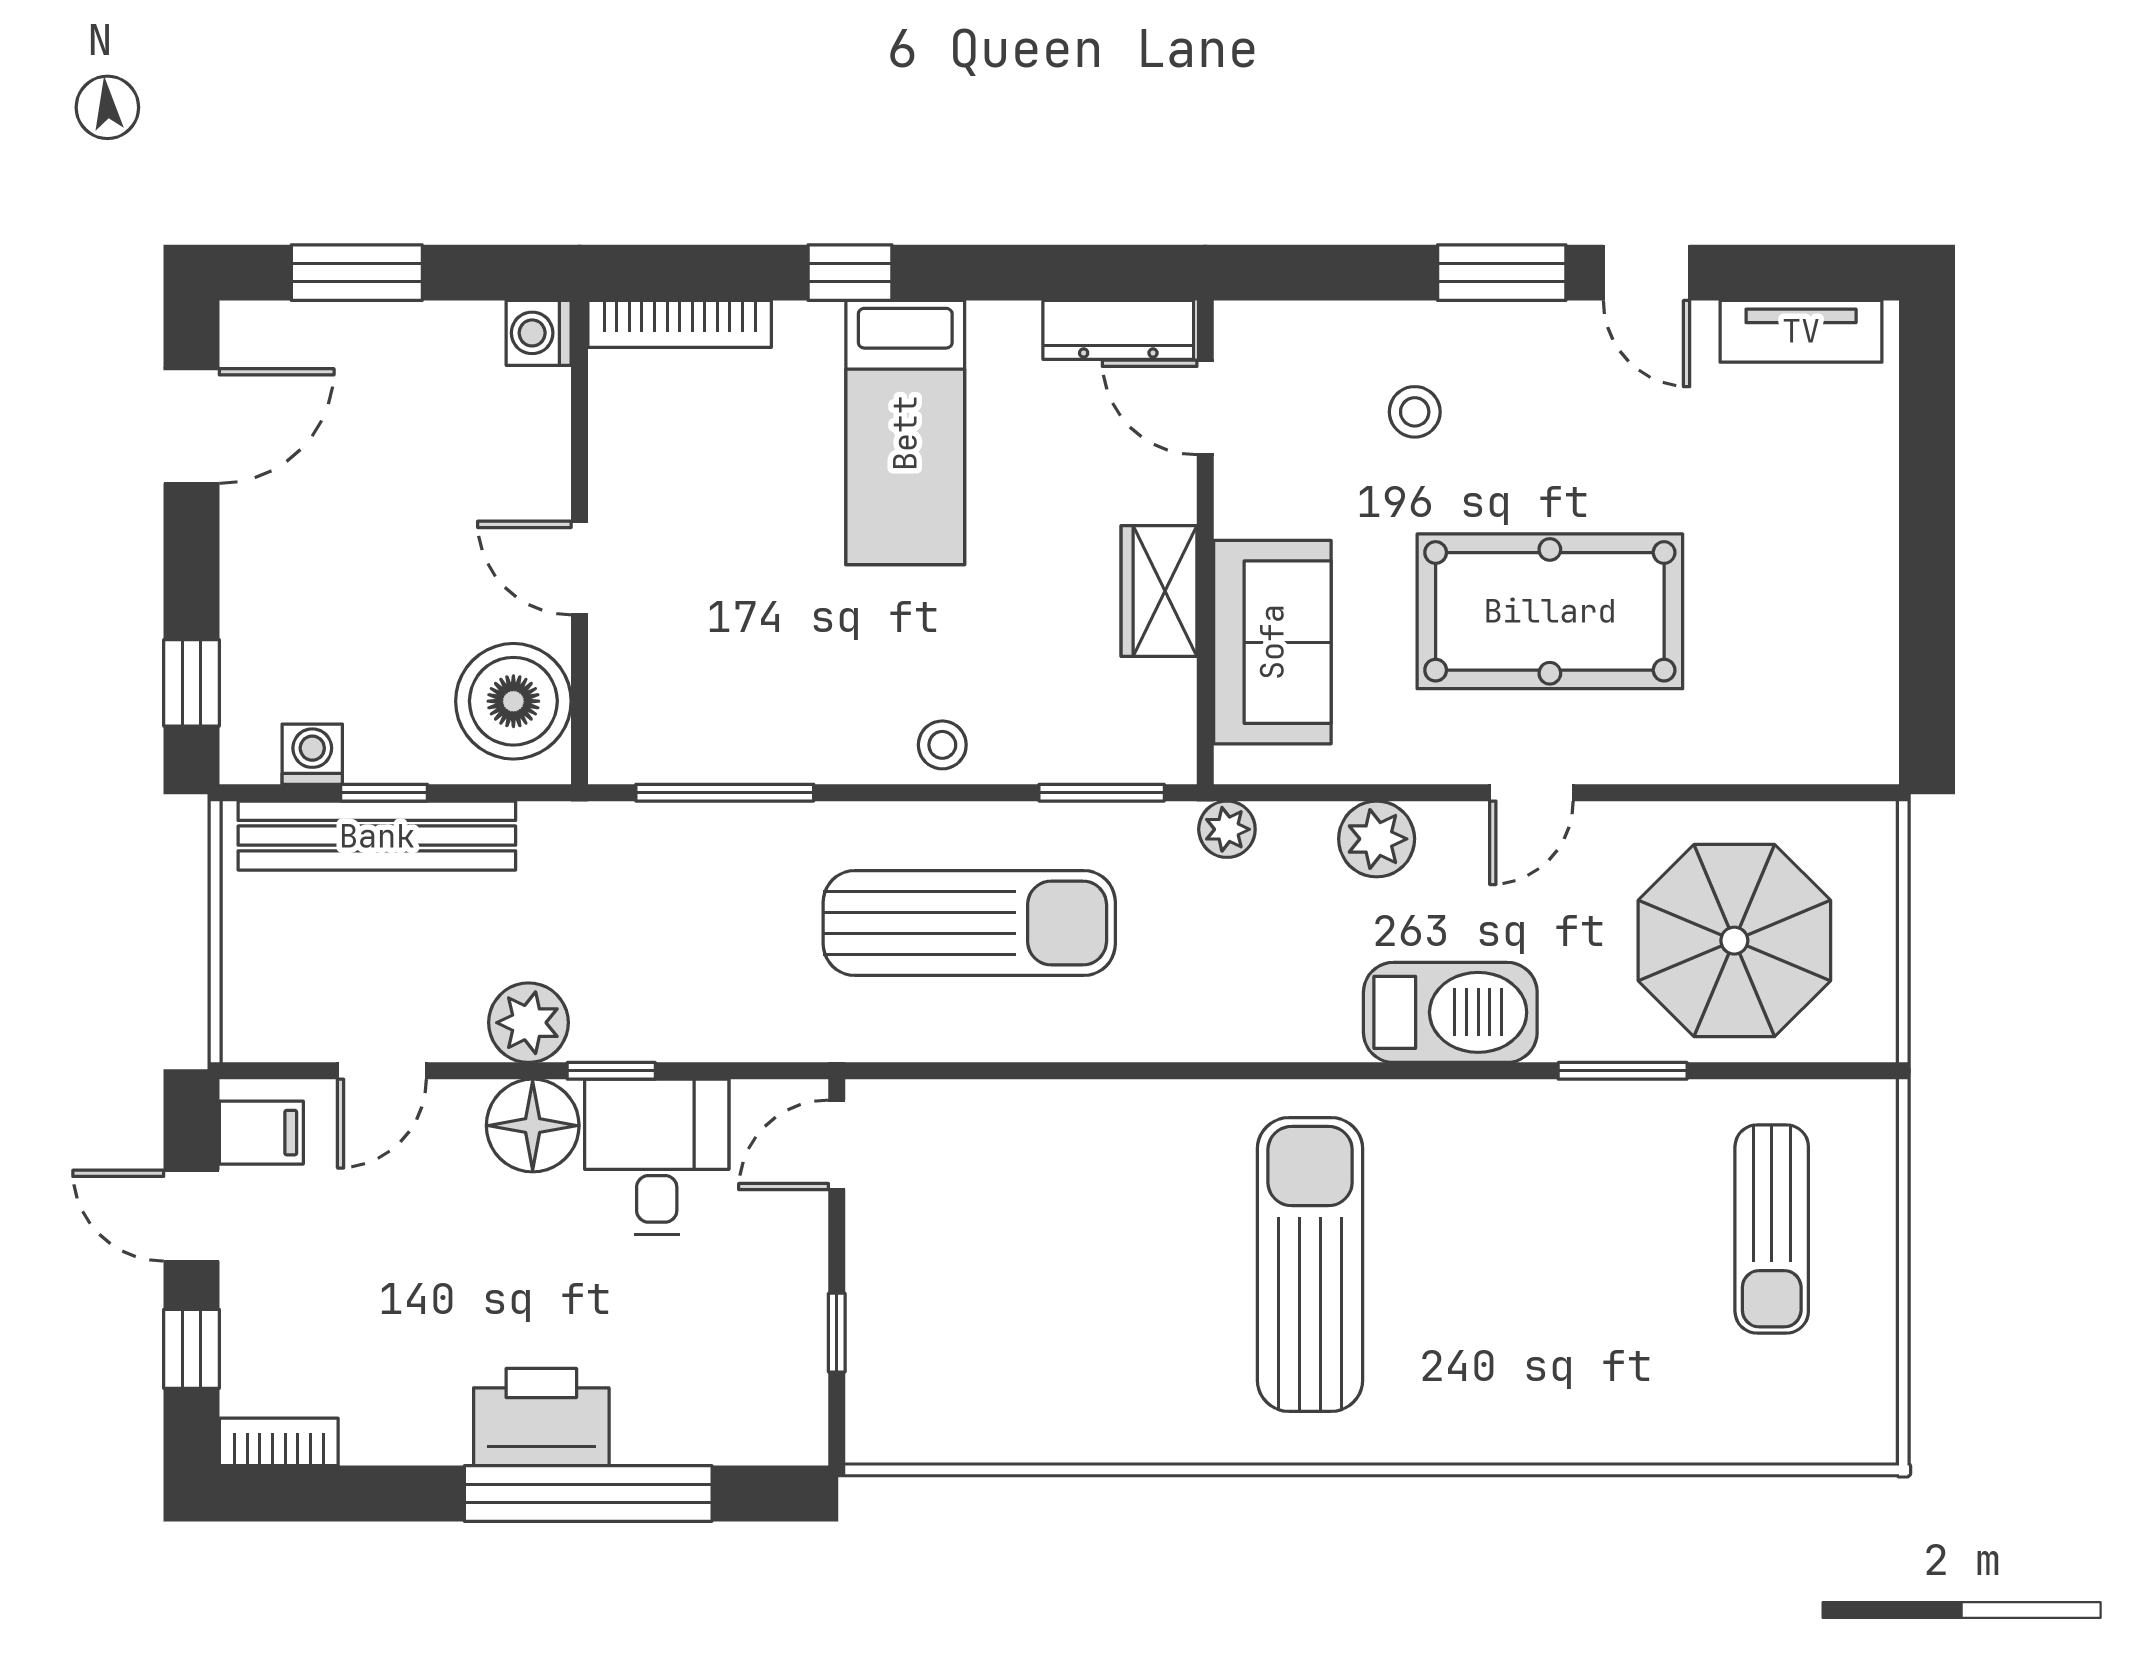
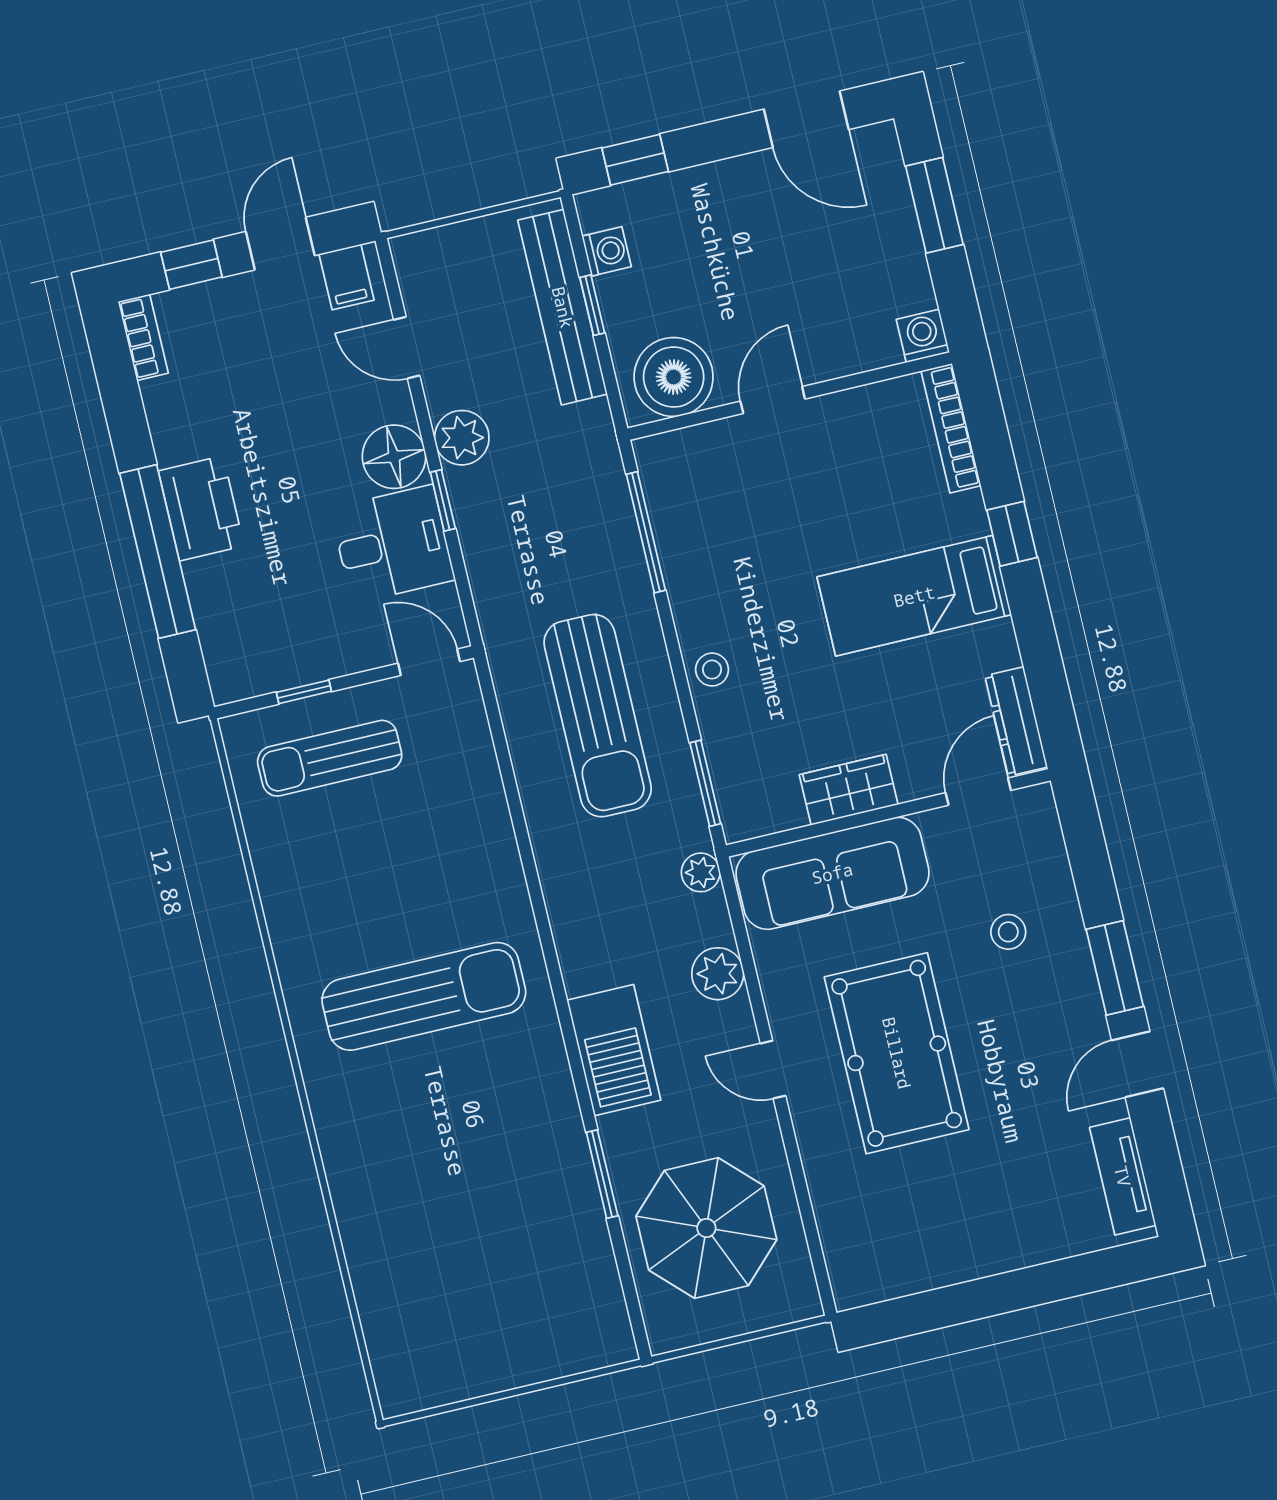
sofa: (1272, 642) -> (832, 873), width x1.36
sun lounger: (1772, 1229) -> (330, 758), moved

